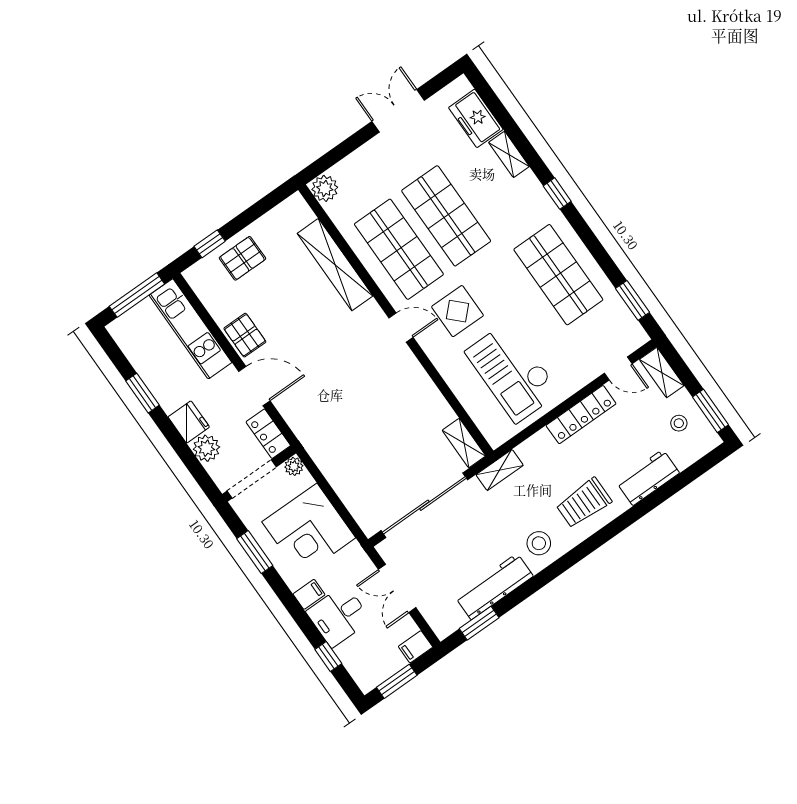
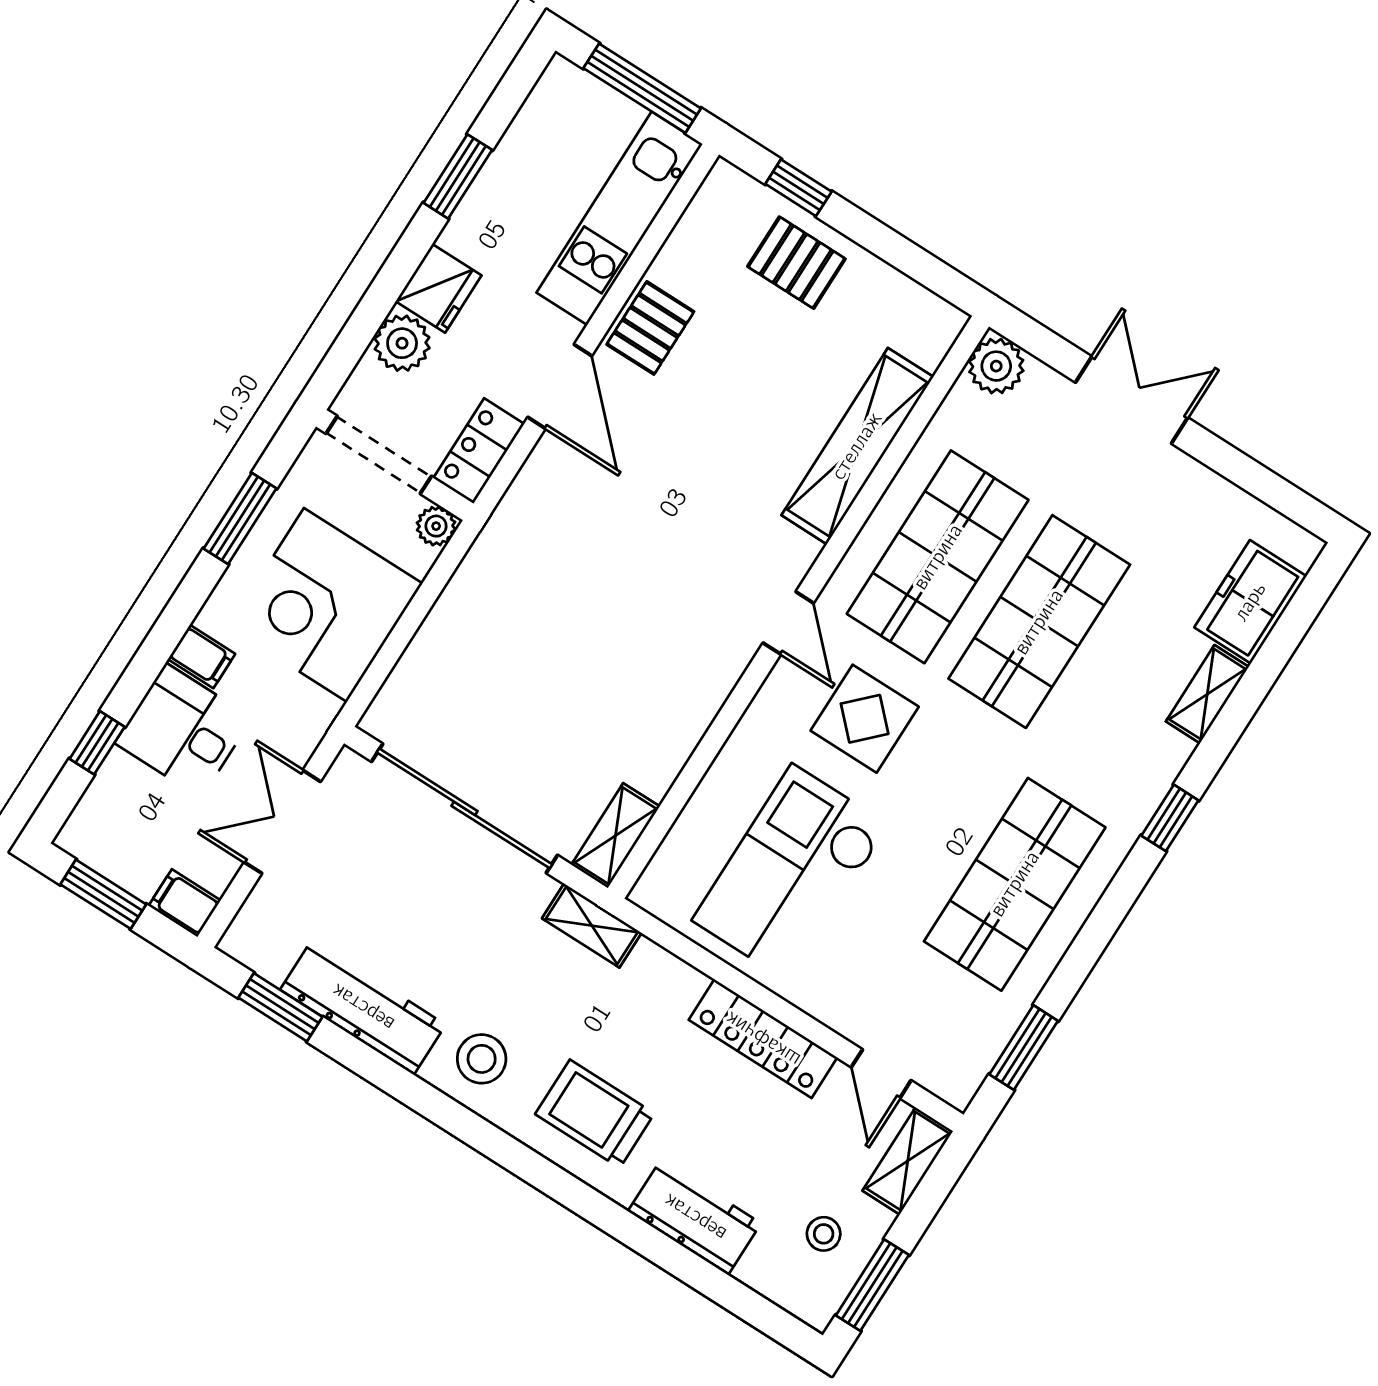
double door: (398, 111) -> (1132, 400), moved

